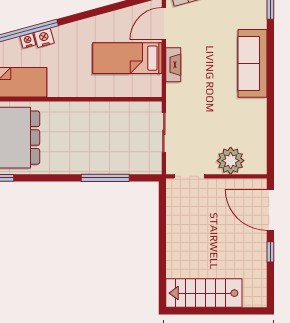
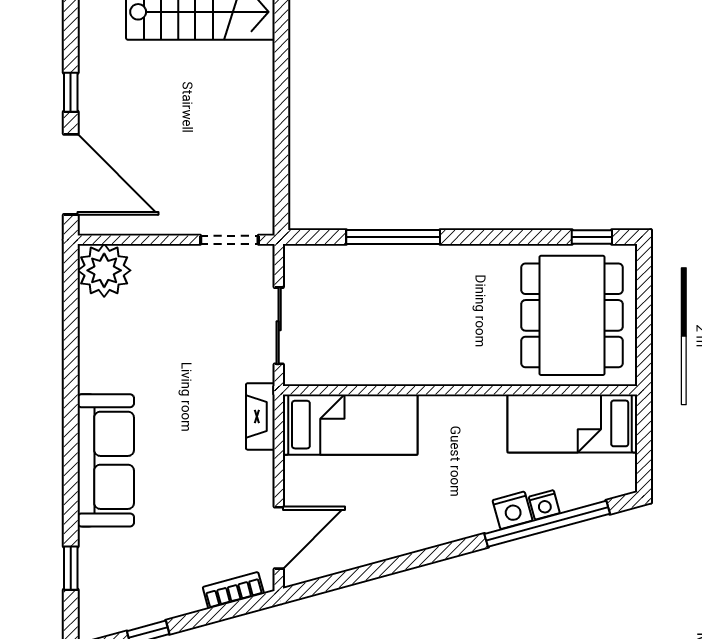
bed: (127, 58) -> (350, 425), moved
fireplace: (173, 65) -> (260, 416), moved
plant: (231, 161) -> (104, 270), moved

